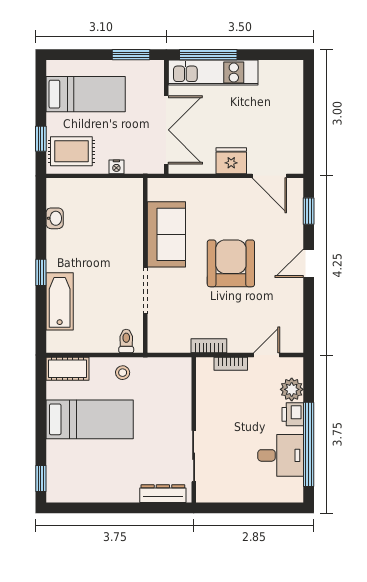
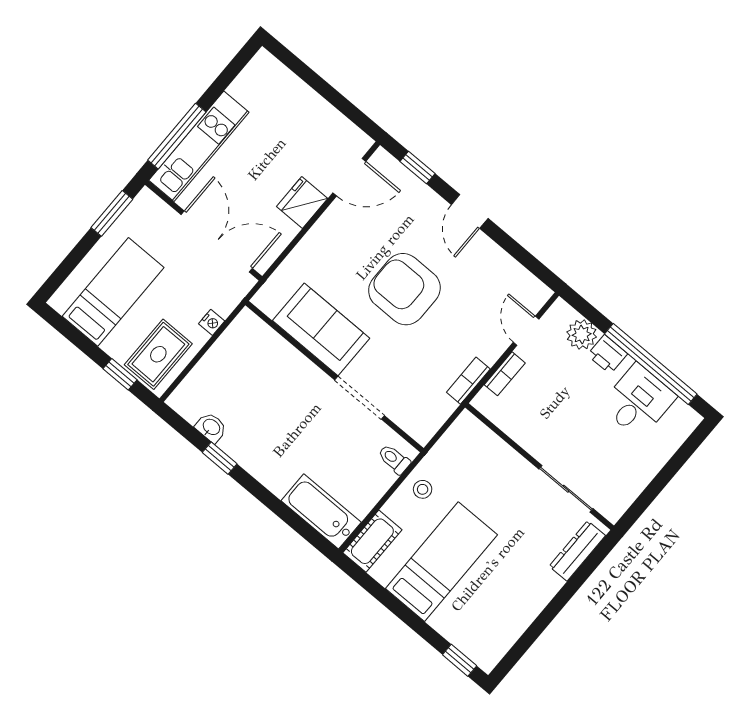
window: (41, 272) -> (220, 458), moved
bathtub: (60, 301) -> (321, 511), moved

